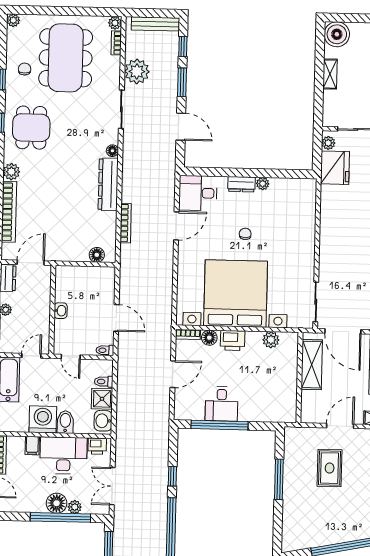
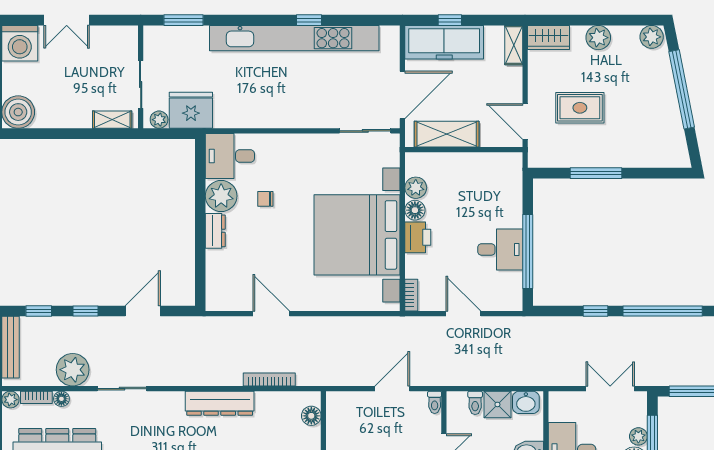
shelving: (330, 74) -> (112, 120), moved
window: (182, 82) -> (85, 311), width x0.67
floor lamp: (112, 151) -> (61, 399), moved
plant: (263, 184) -> (221, 196), width x1.88, depth x1.88
desk: (198, 193) -> (230, 156), moved, turned 90
chair: (245, 234) -> (265, 199), moved
floor lamp: (209, 338) -> (415, 210), moved
door: (340, 426) -> (525, 121), moved
printer: (97, 446) -> (559, 409), removed
double door: (112, 486) -> (610, 389), swing flipped

